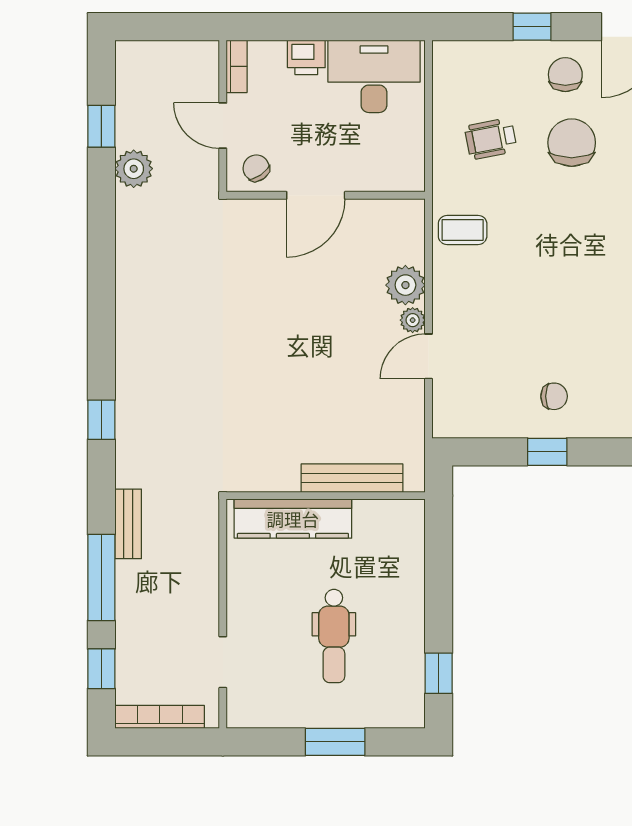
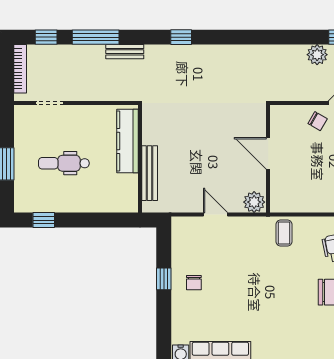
chair: (256, 168) -> (318, 121), turned 65
door: (316, 195) -> (268, 153), moved
wall: (326, 195) -> (268, 159), moved
plant: (413, 320) -> (235, 206), removed

